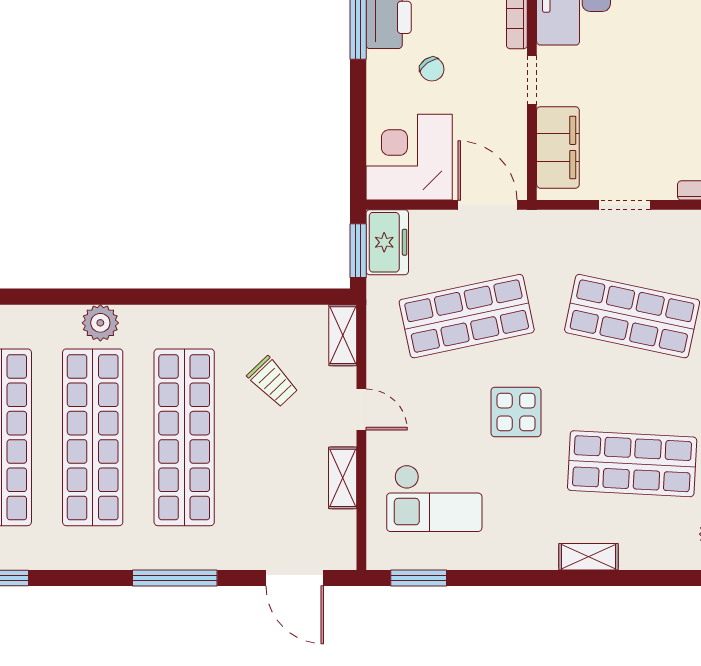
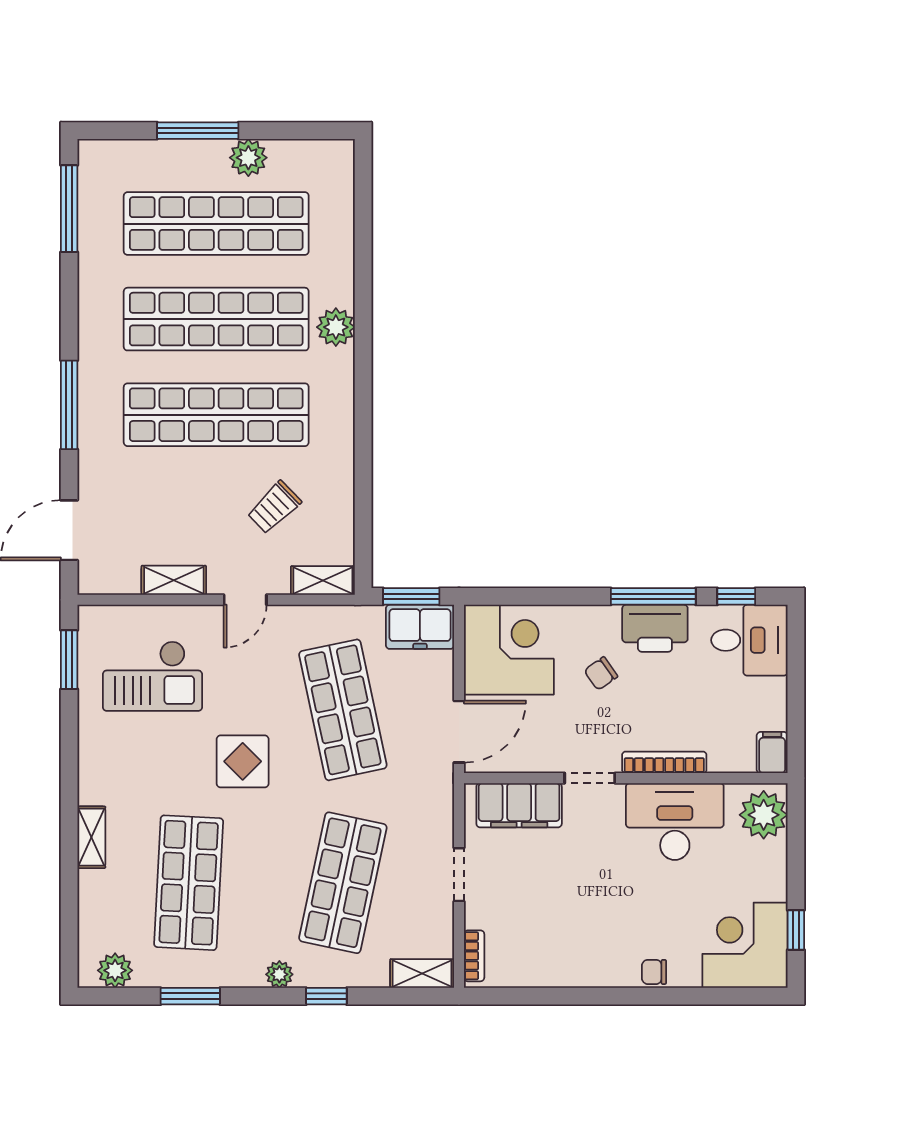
checkout: (434, 498) -> (152, 676), turned -90

